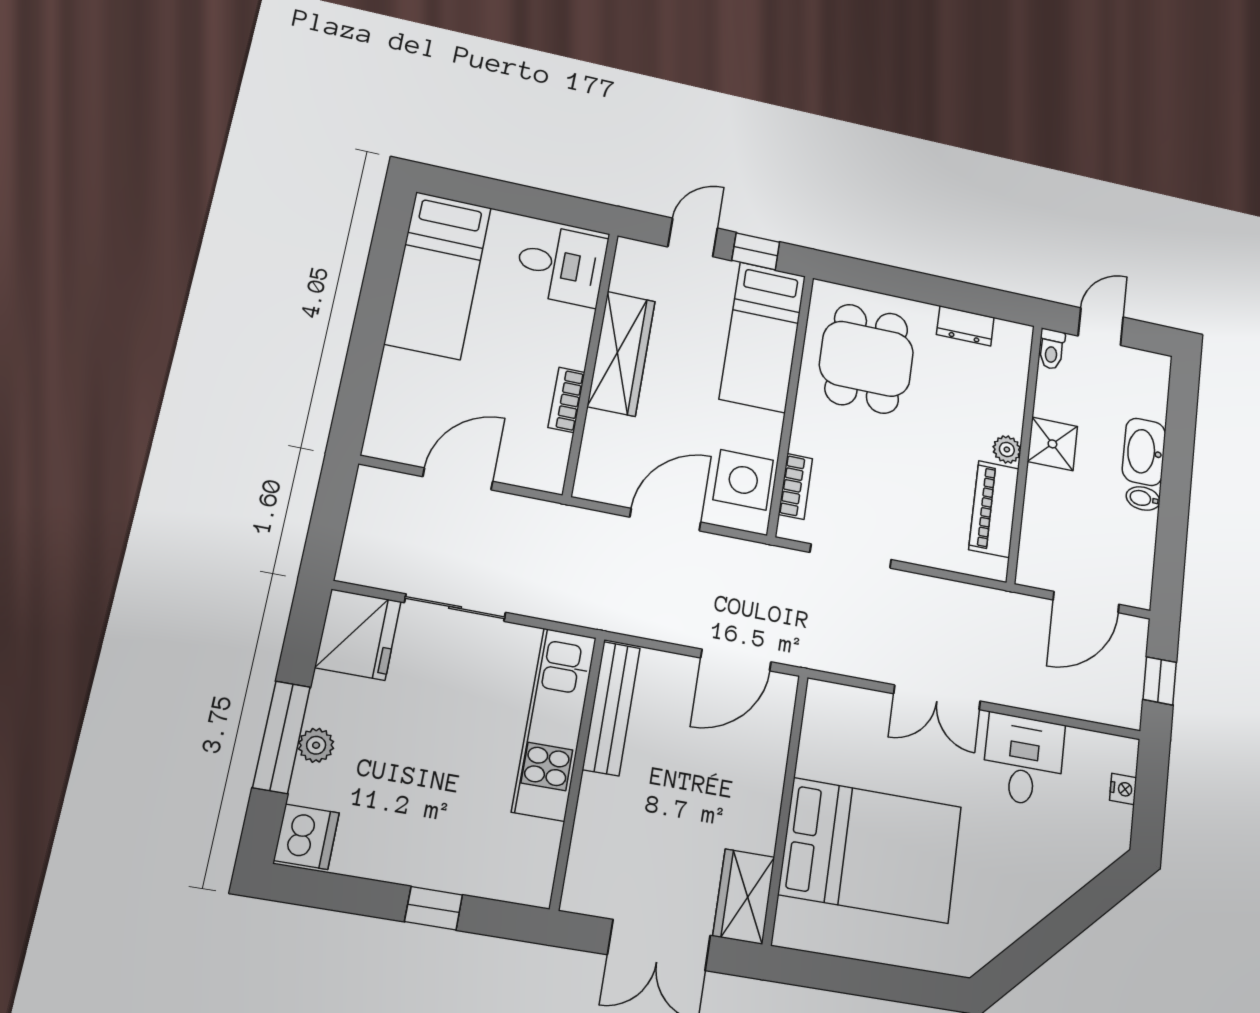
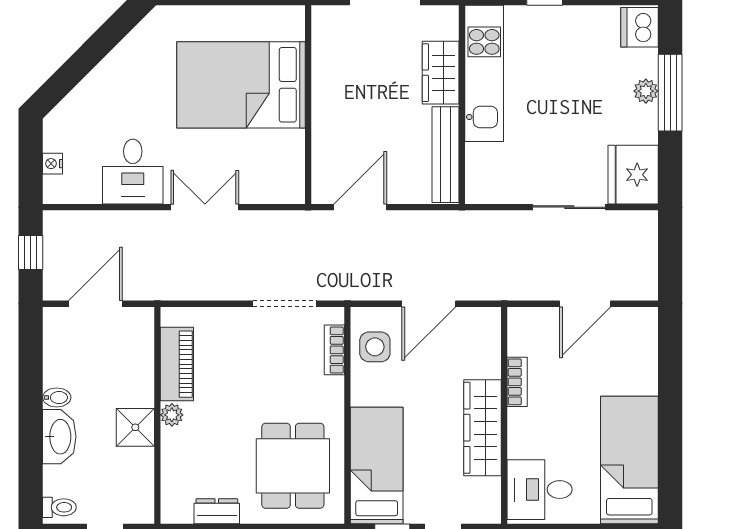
toilet: (1052, 349) -> (59, 507), moved, turned 90
side table: (743, 480) -> (375, 347), width x0.73, depth x0.73
kitchen unit: (554, 724) -> (484, 73), moved
wardrobe: (744, 896) -> (441, 73), moved, turned 180

